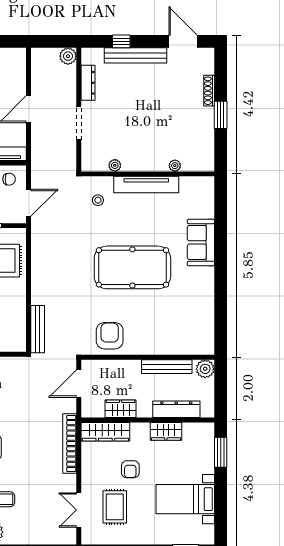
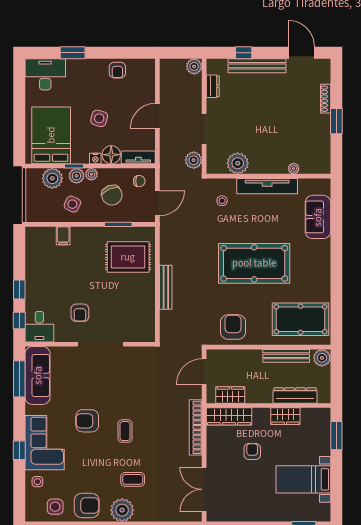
dresser: (88, 83) -> (213, 86), width x0.70
plant: (67, 157) -> (194, 160), added
plant: (115, 165) -> (238, 163), width x1.88, depth x1.88
sofa: (201, 242) -> (318, 217), moved
pool table: (182, 327) -> (300, 319), added
bench: (38, 329) -> (166, 287), moved
wardrobe: (121, 409) -> (230, 395), moved
armchair: (130, 469) -> (252, 451), turned 180
rug: (115, 507) -> (238, 486), removed
double door: (79, 510) -> (204, 489), width x1.37

